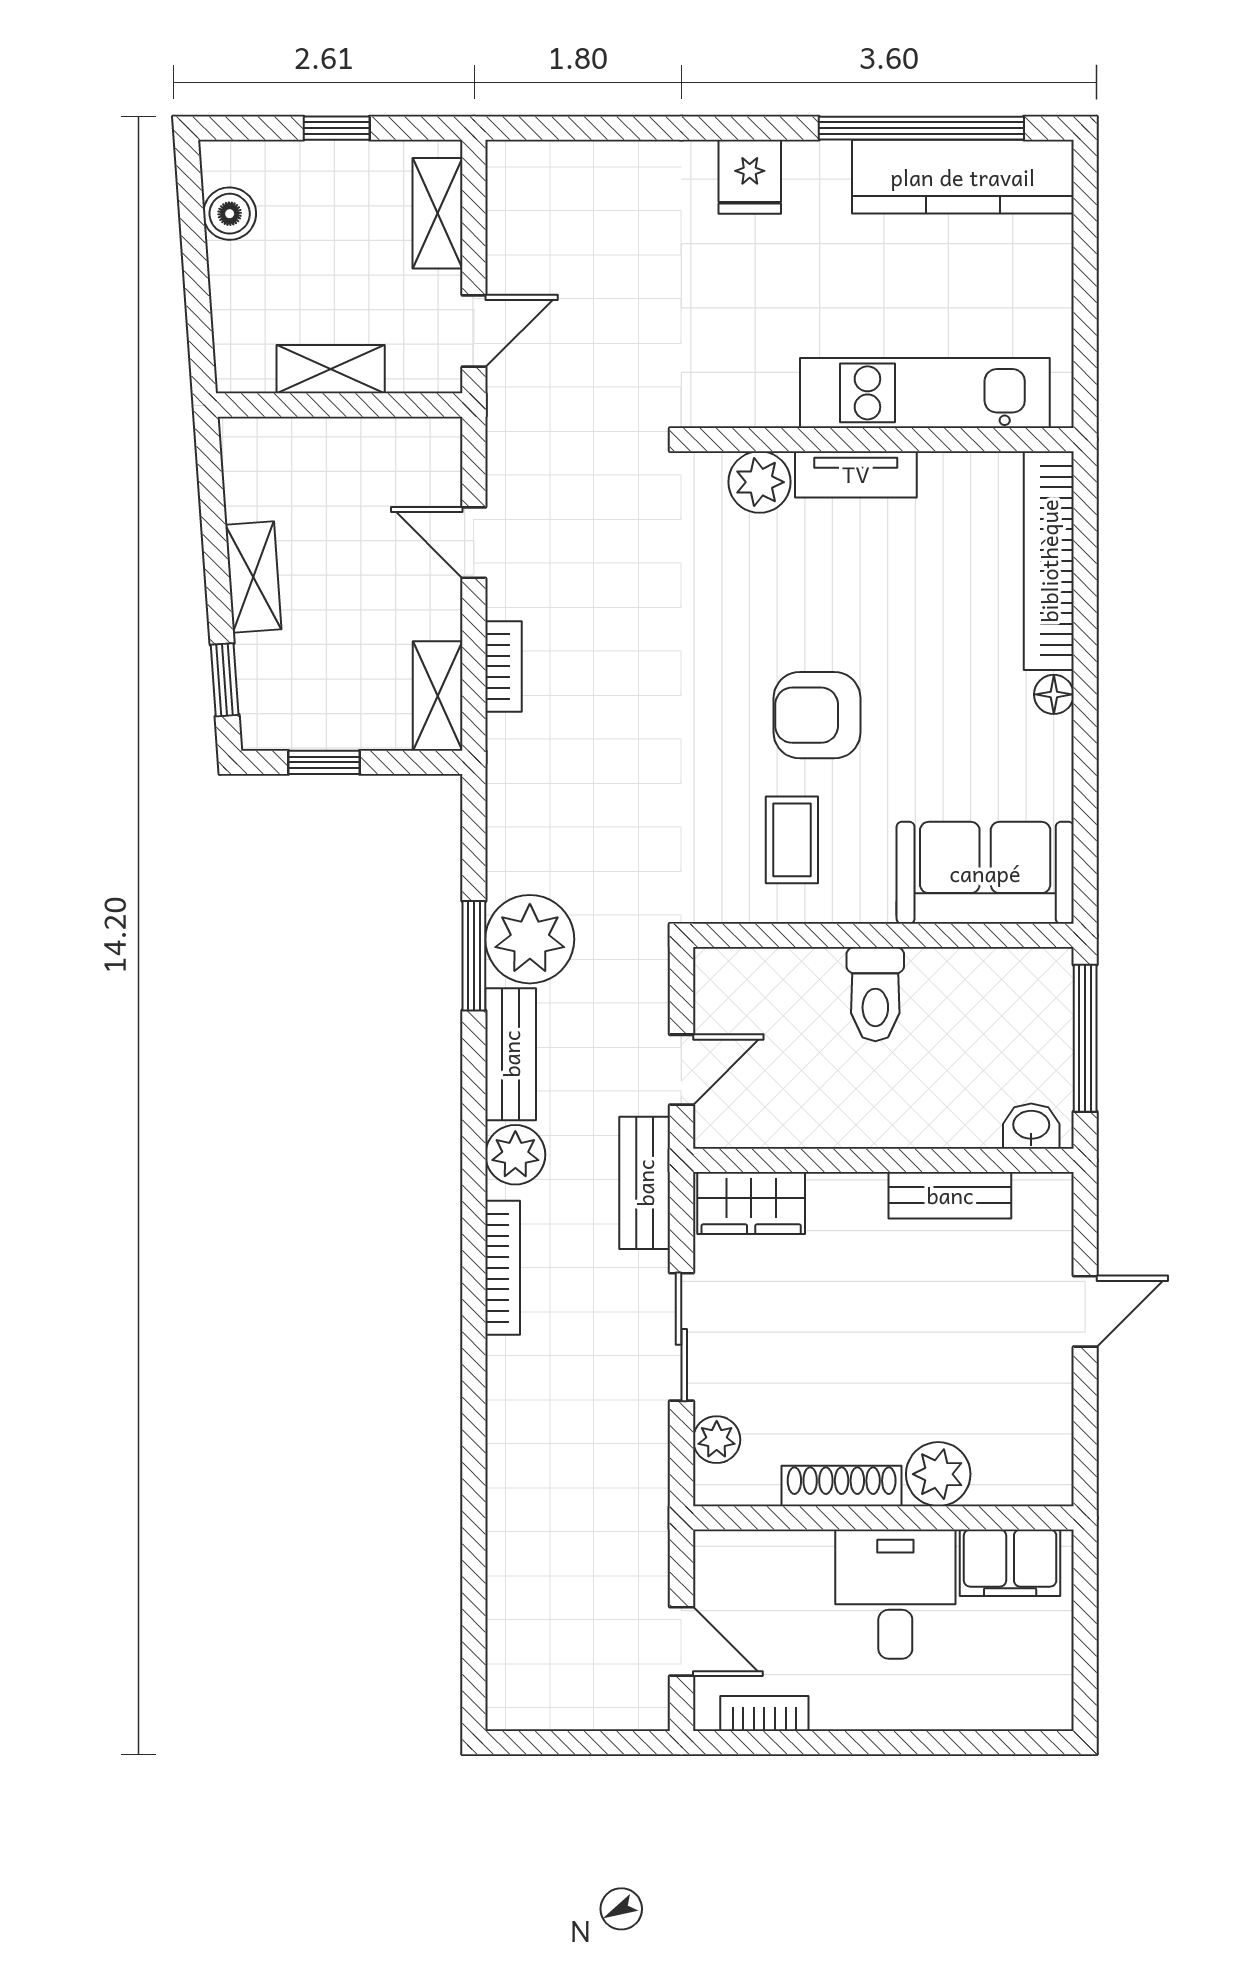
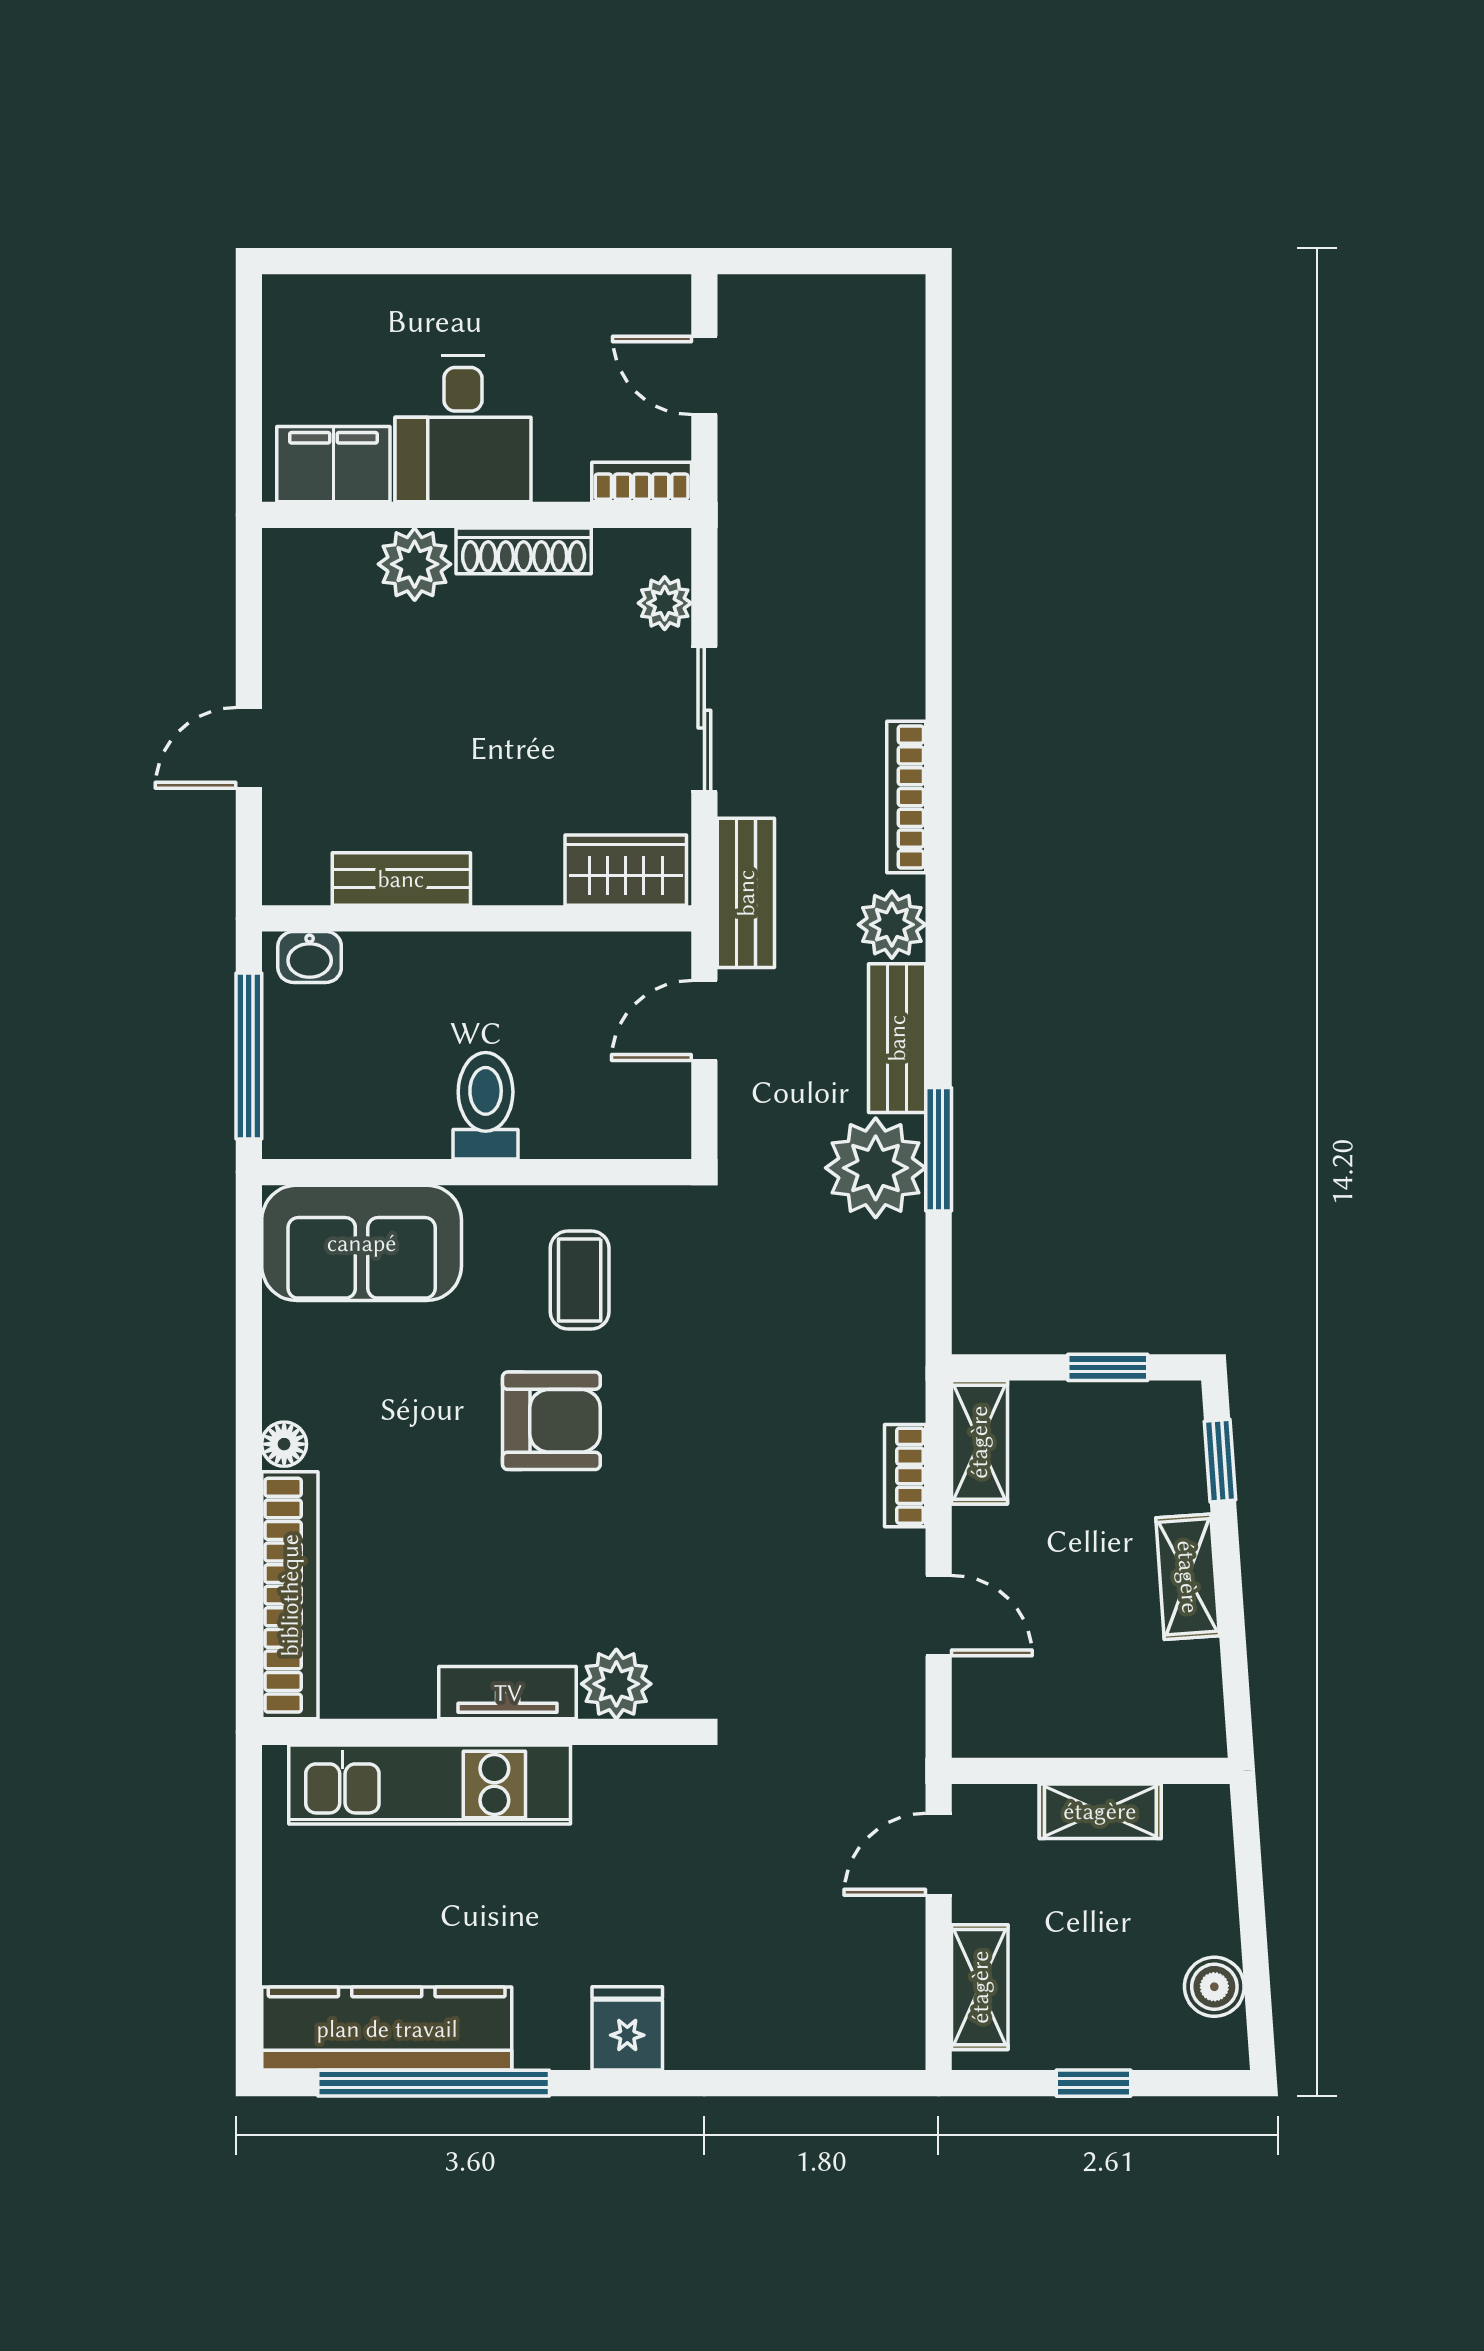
bookcase: (764, 1714) -> (642, 482), moved, turned 180

